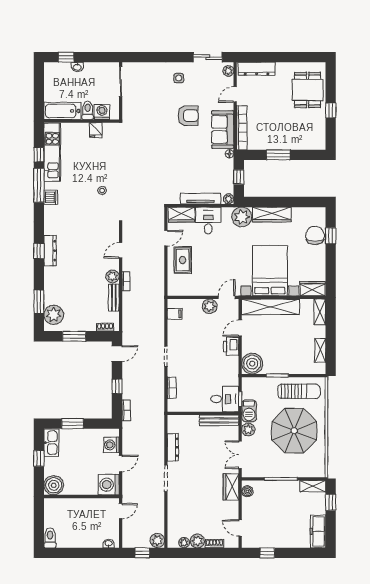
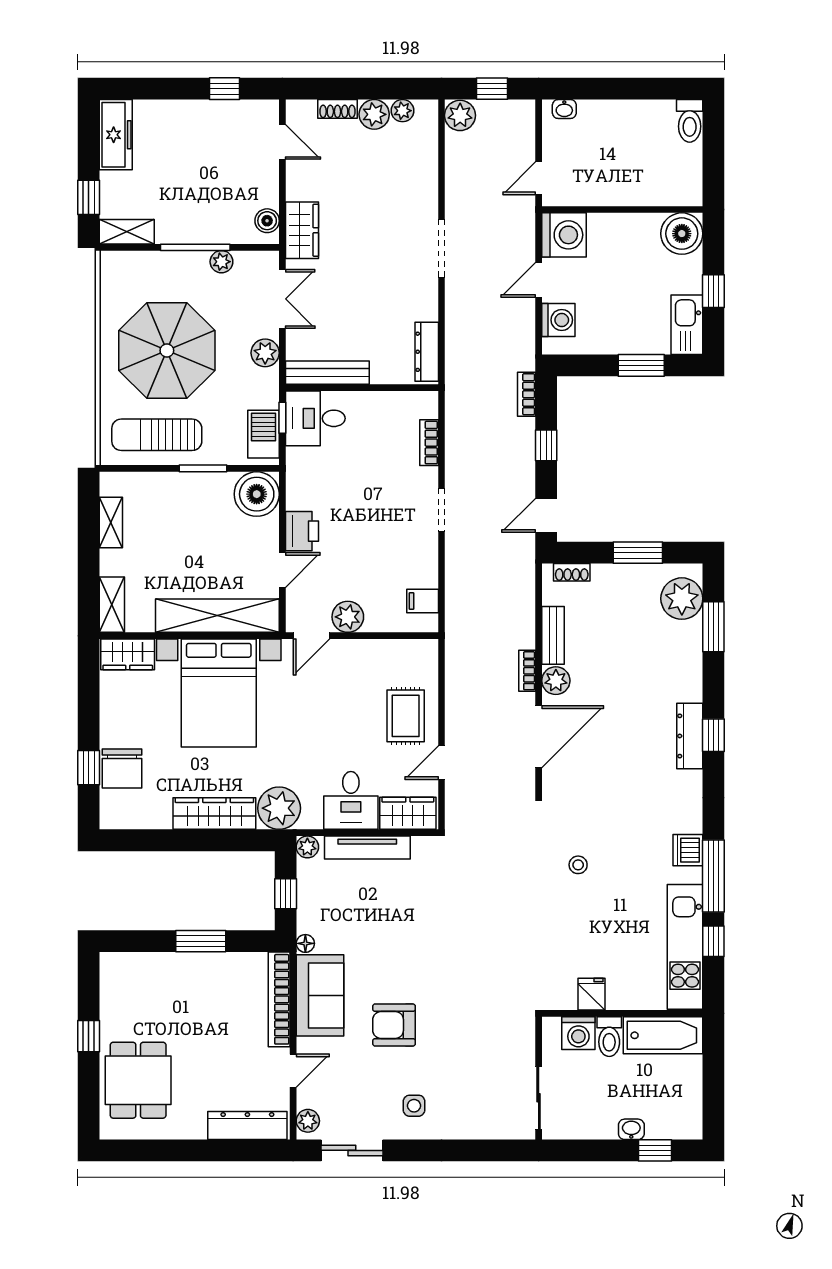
door: (121, 250) -> (539, 737), width x1.87
barbecue: (249, 411) -> (263, 434), moved
dresser: (173, 447) -> (427, 352), moved
plant: (269, 472) -> (221, 262), added

